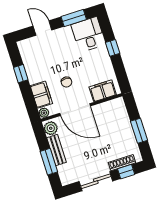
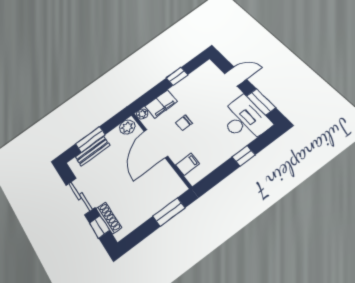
door: (42, 28) -> (235, 76), hinge flipped
desk: (88, 34) -> (244, 120), width x1.37
filing cabinet: (103, 91) -> (187, 164), width x0.50
window: (139, 131) -> (169, 212), moved
bench: (57, 150) -> (93, 151), moved

